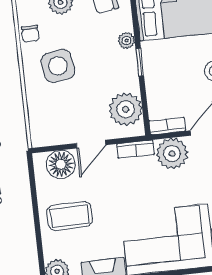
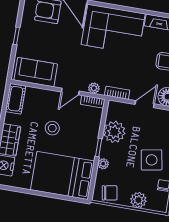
plant: (126, 109) -> (114, 132), moved
plant: (172, 154) -> (94, 88), width x0.53, depth x0.53

